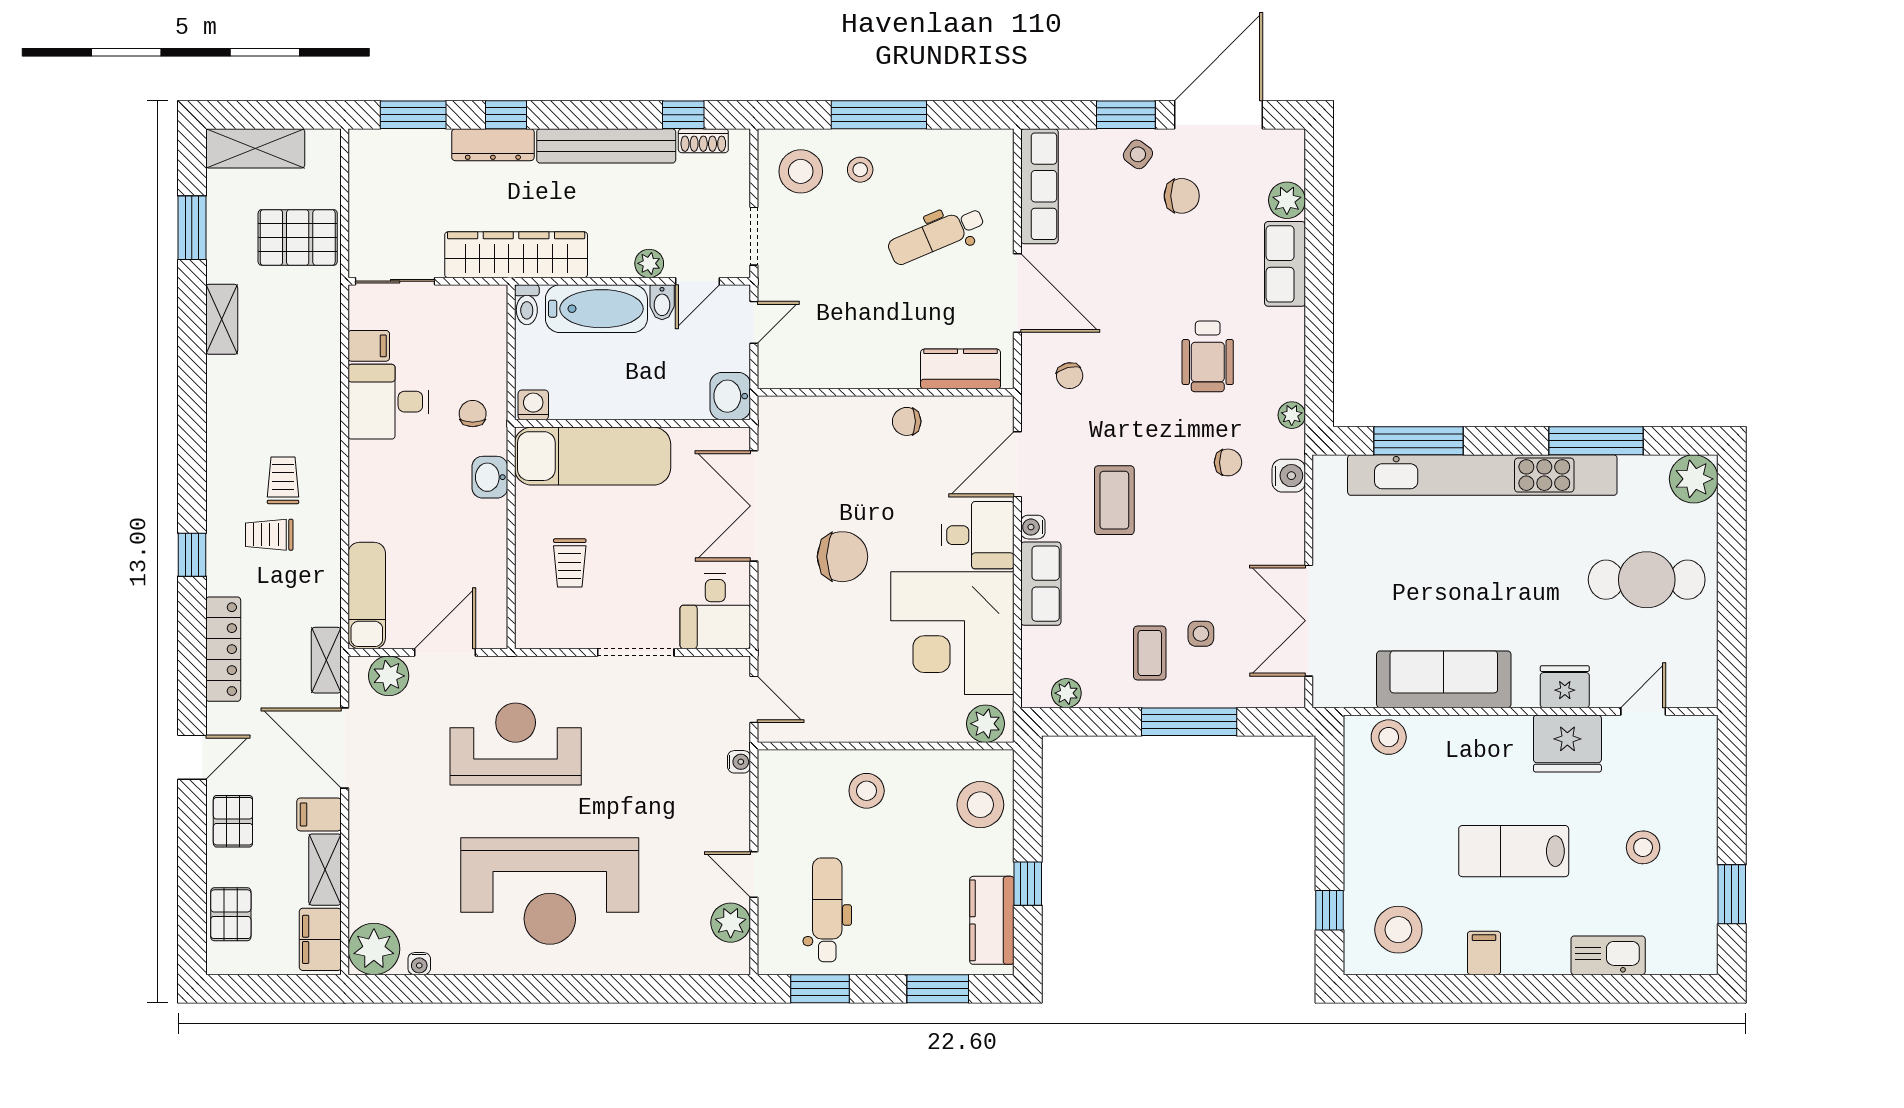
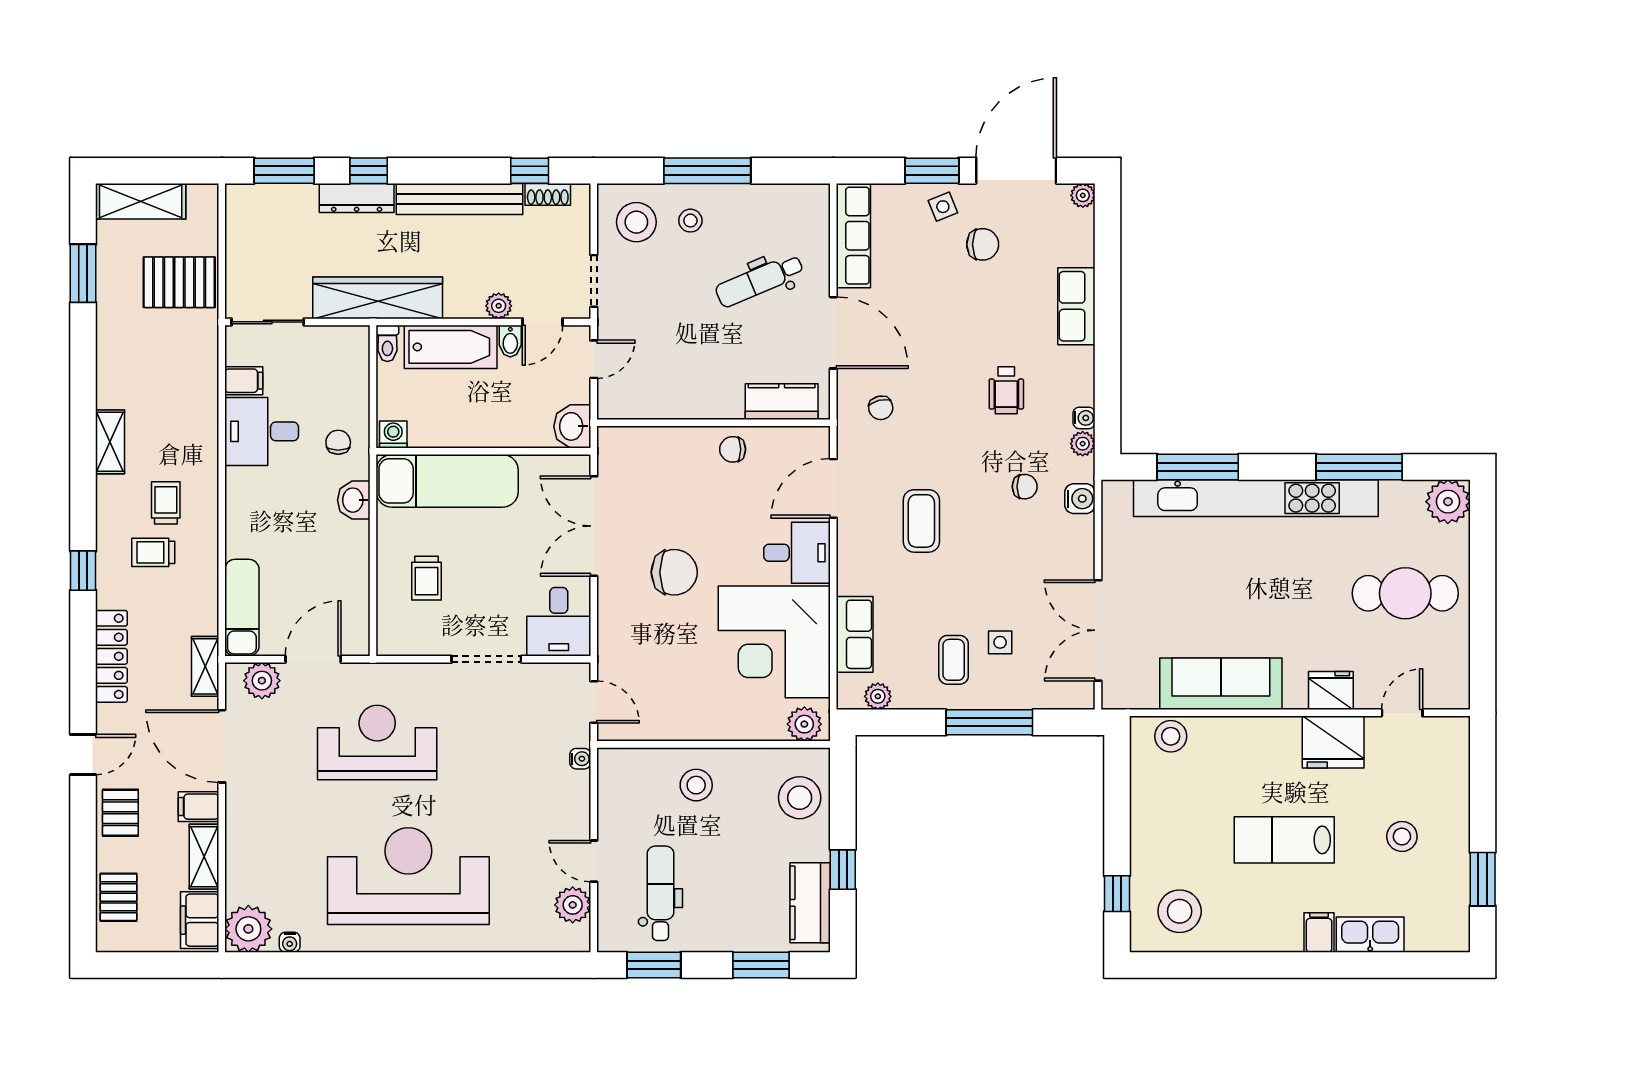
side table: (1138, 154) -> (943, 207), turned 31
plant: (1287, 200) -> (1083, 195), moved, width x0.73, depth x0.73
shelving: (222, 319) -> (110, 442), moved
wheelchair: (1208, 356) -> (1006, 390), width x0.73, depth x0.73
water cooler: (1033, 527) -> (1084, 418), moved, turned 180
row of seats: (1041, 584) -> (855, 634), moved
reception desk: (550, 891) -> (408, 876), turned 180
filing cabinet: (1484, 953) -> (1319, 932), moved

